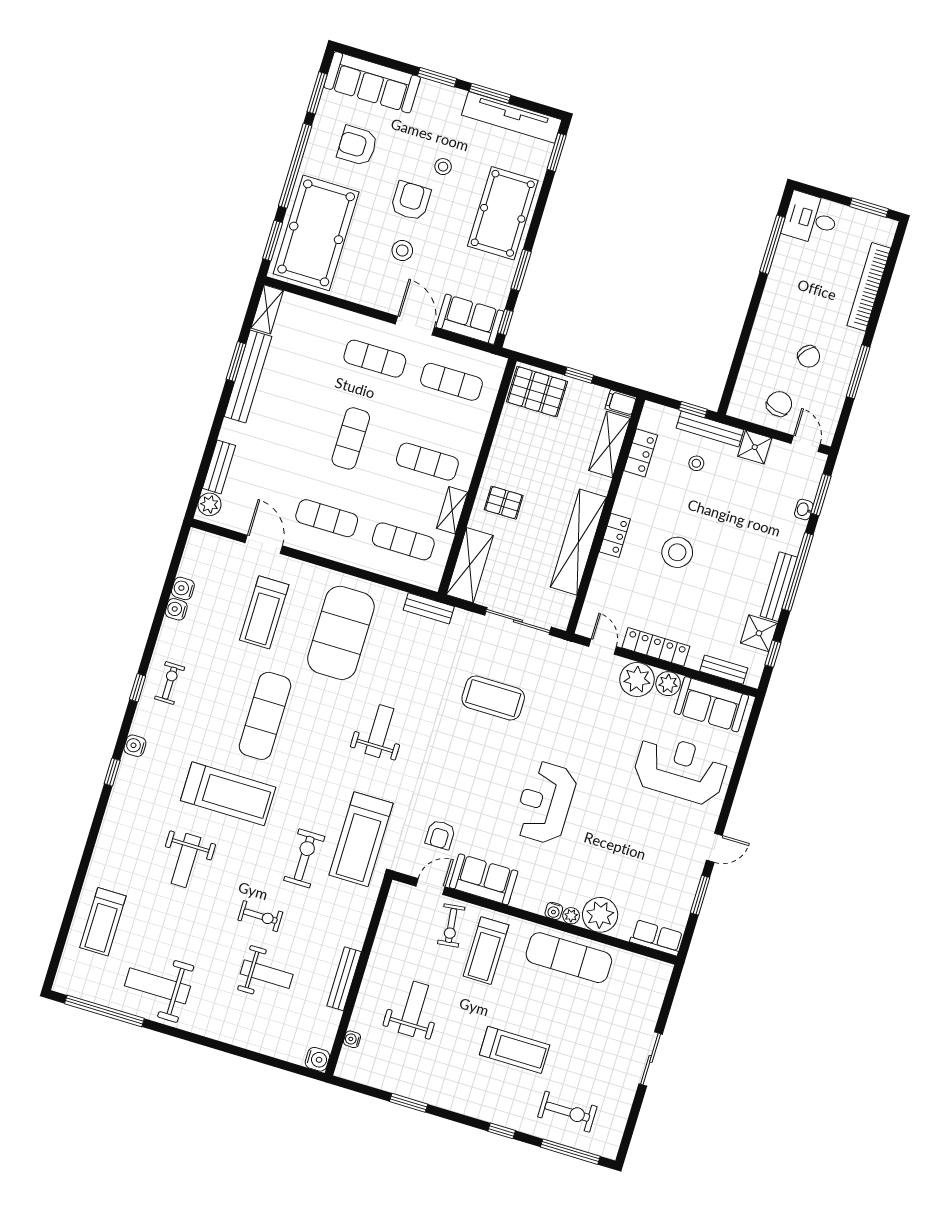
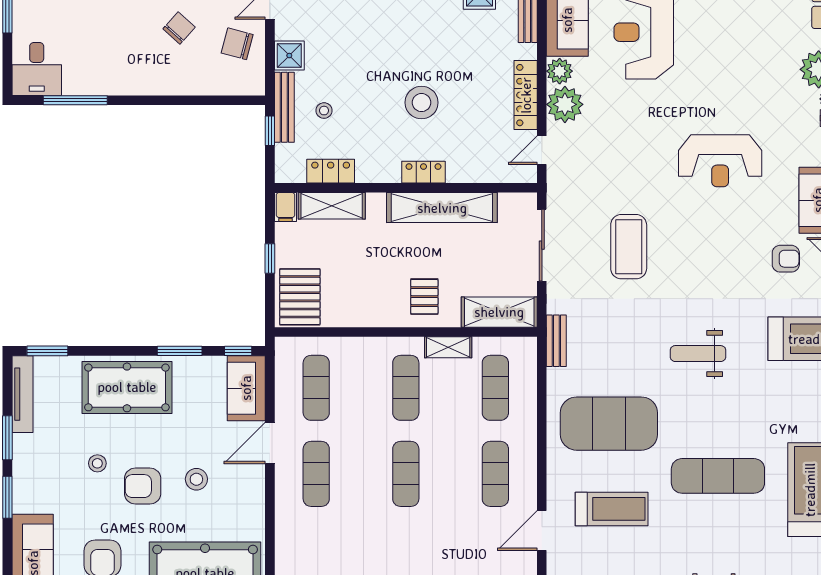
tv unit: (512, 117) -> (22, 394), width x0.73, depth x0.78
exercise mat: (351, 438) -> (406, 474), turned 90

